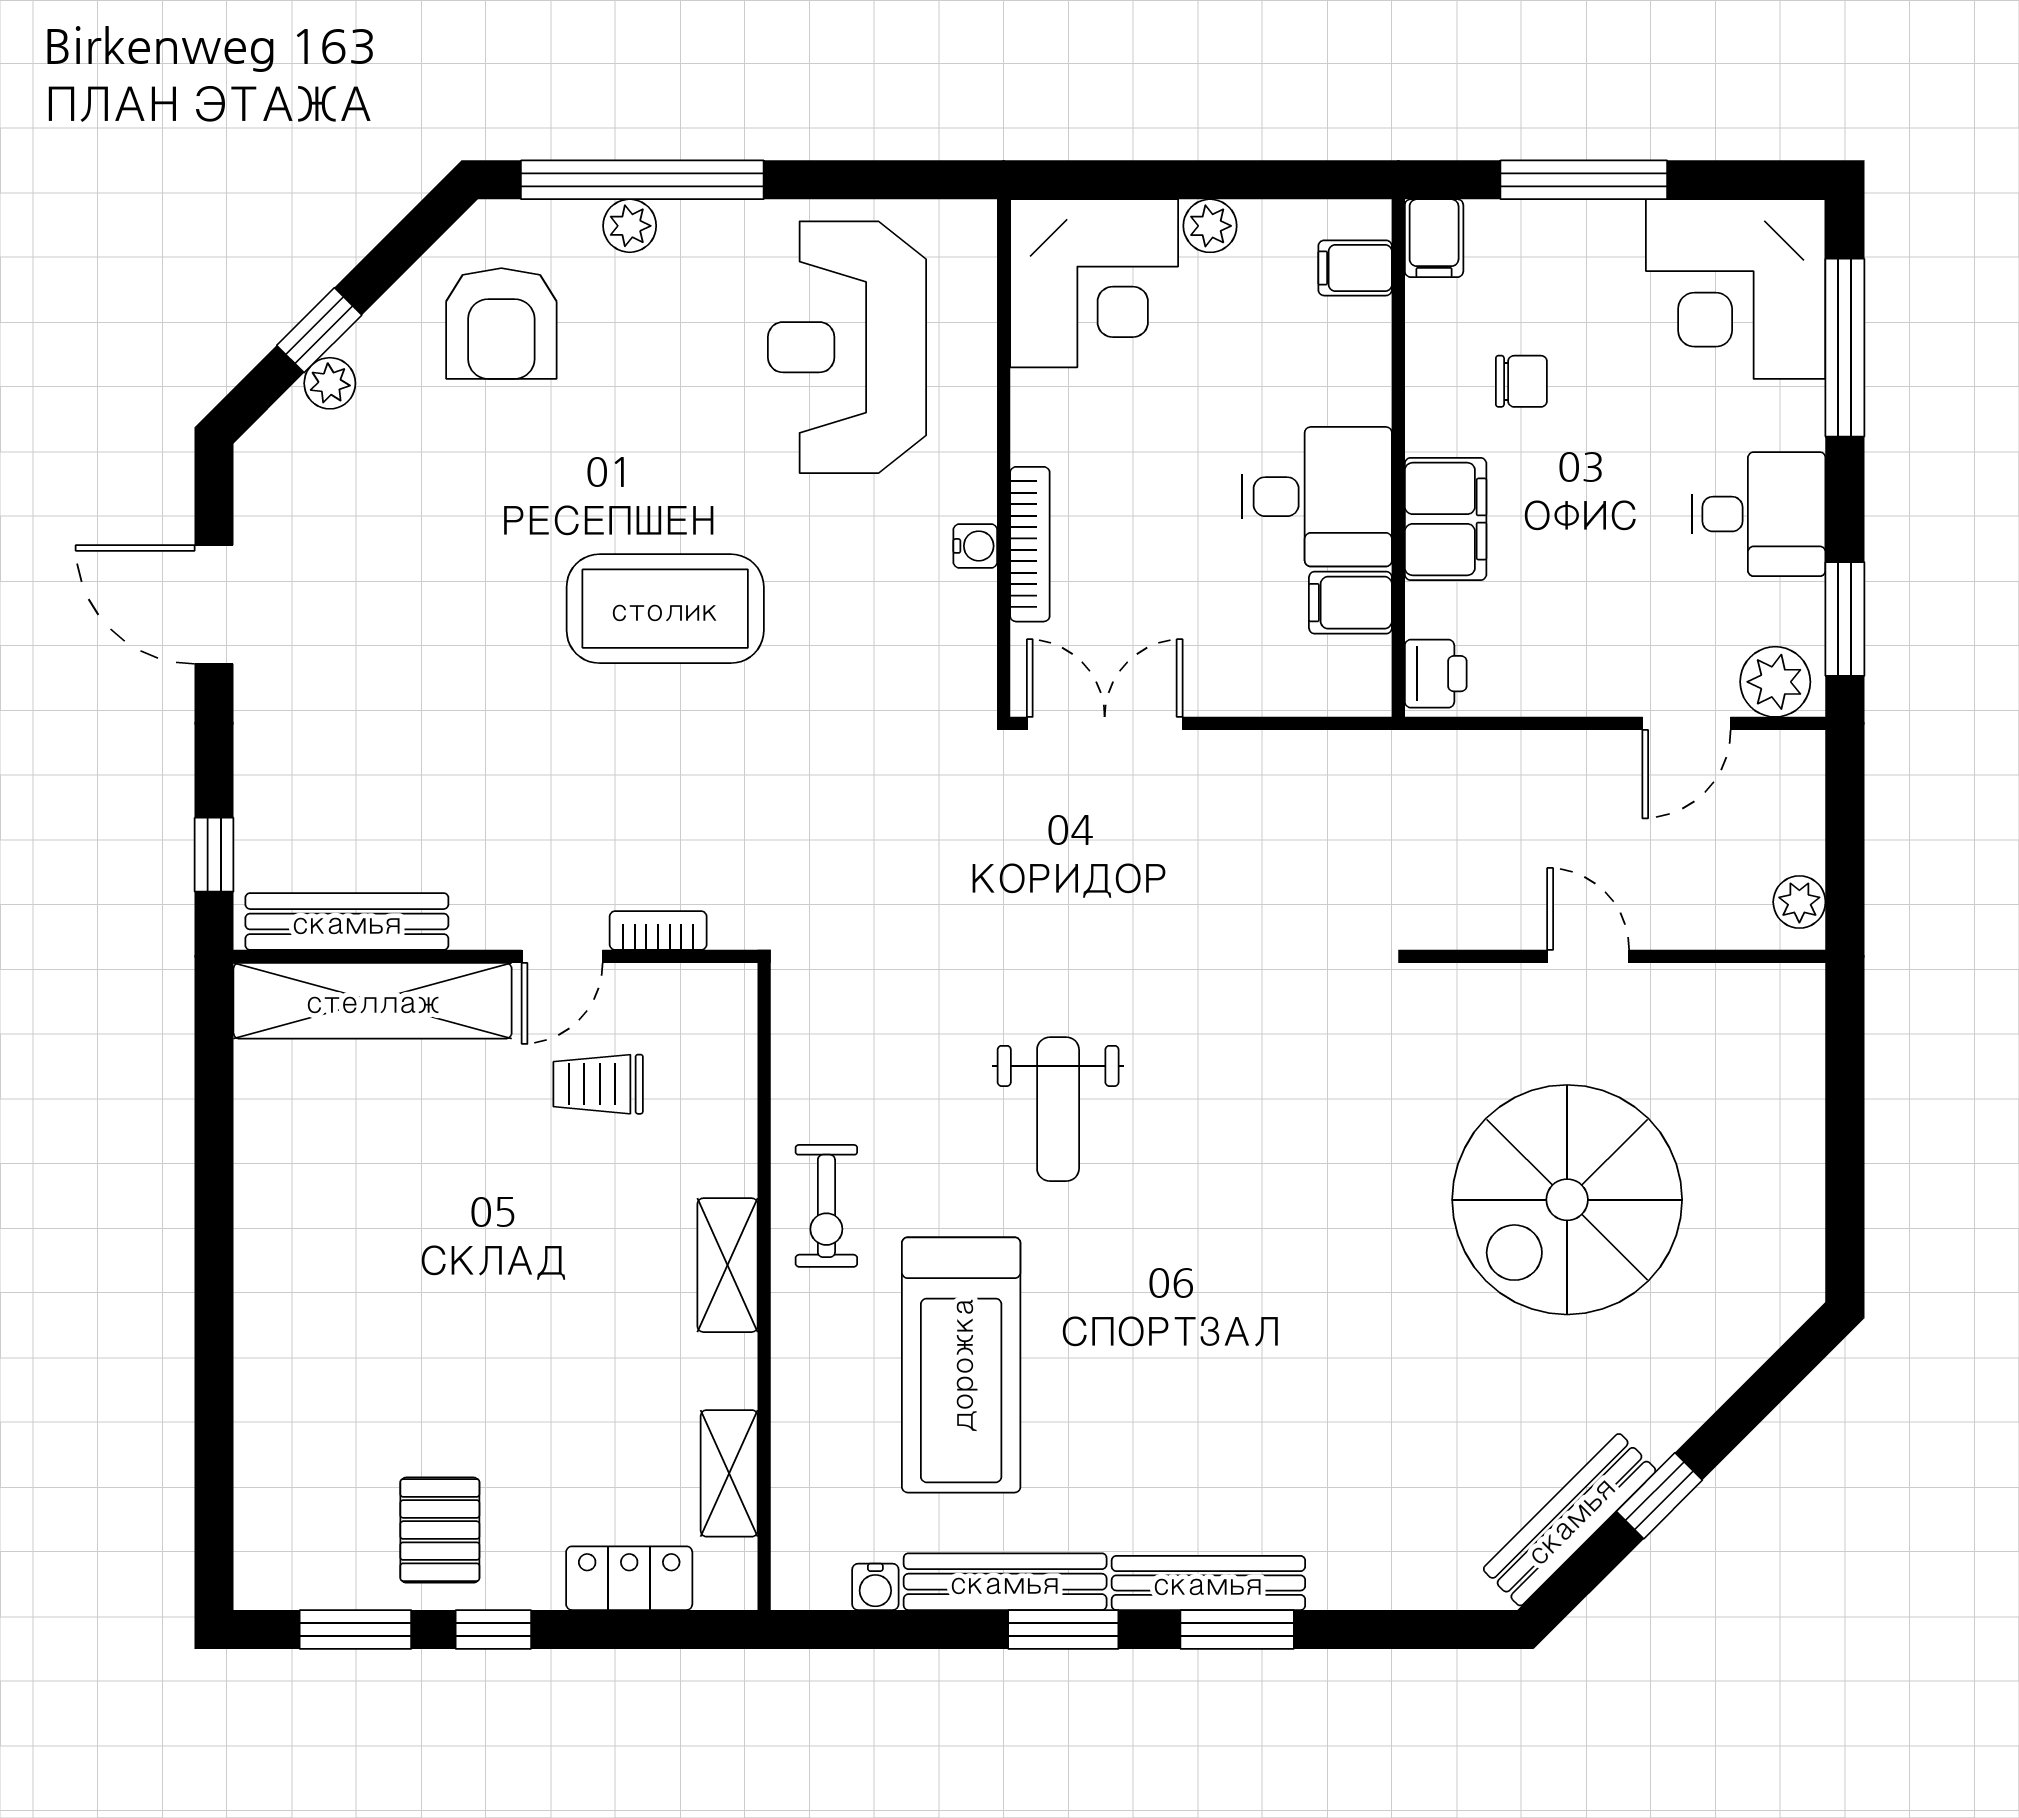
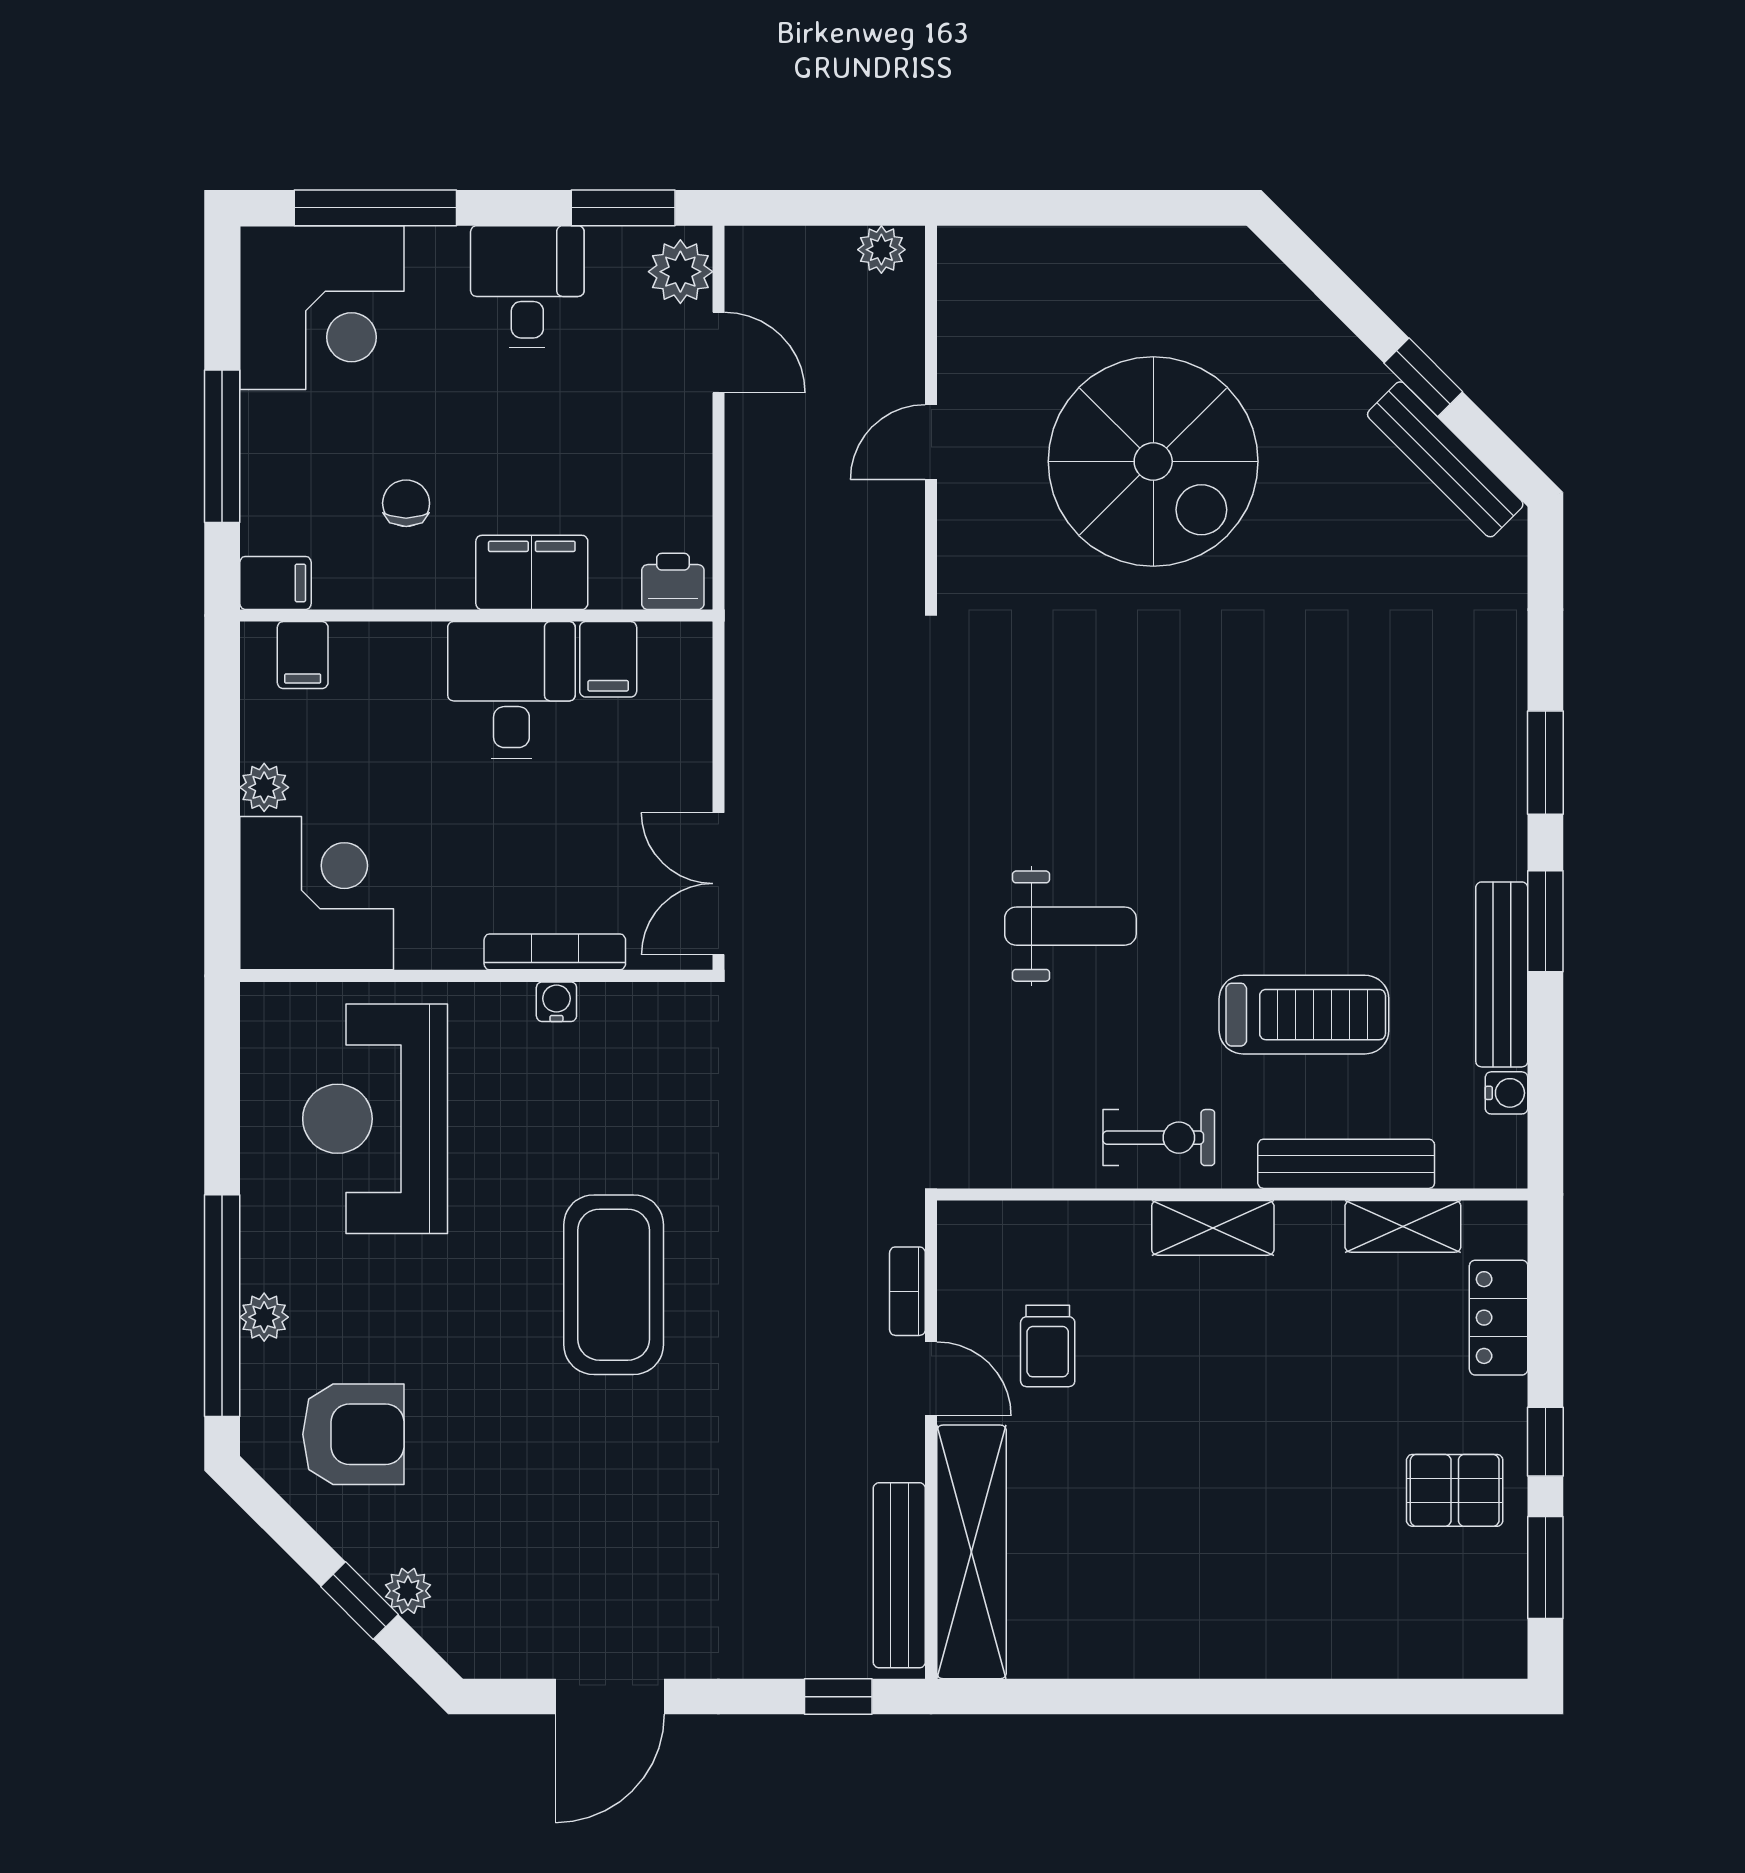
reception desk: (847, 347) -> (375, 1119), turned 90
treadmill: (961, 1365) -> (1304, 1015), width x0.73, depth x0.73
bench: (1208, 1583) -> (1346, 1164), moved, turned 90

